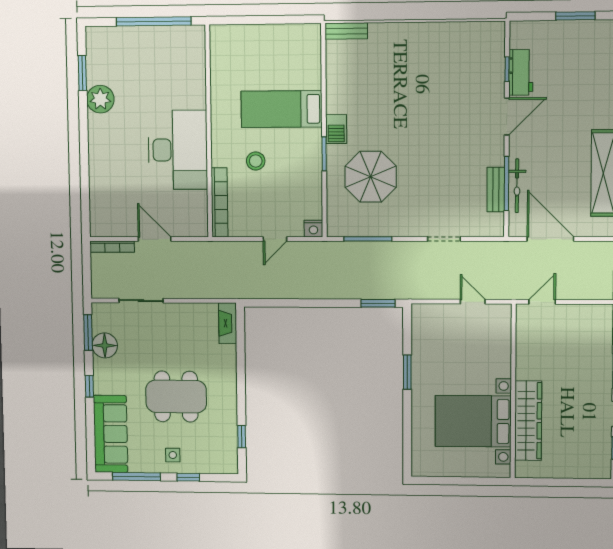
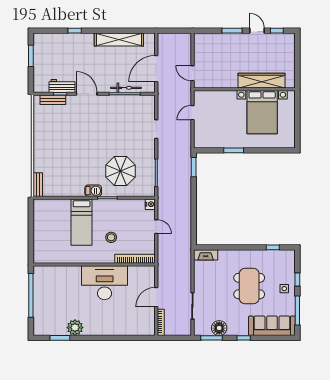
bench: (496, 190) -> (53, 100), moved

